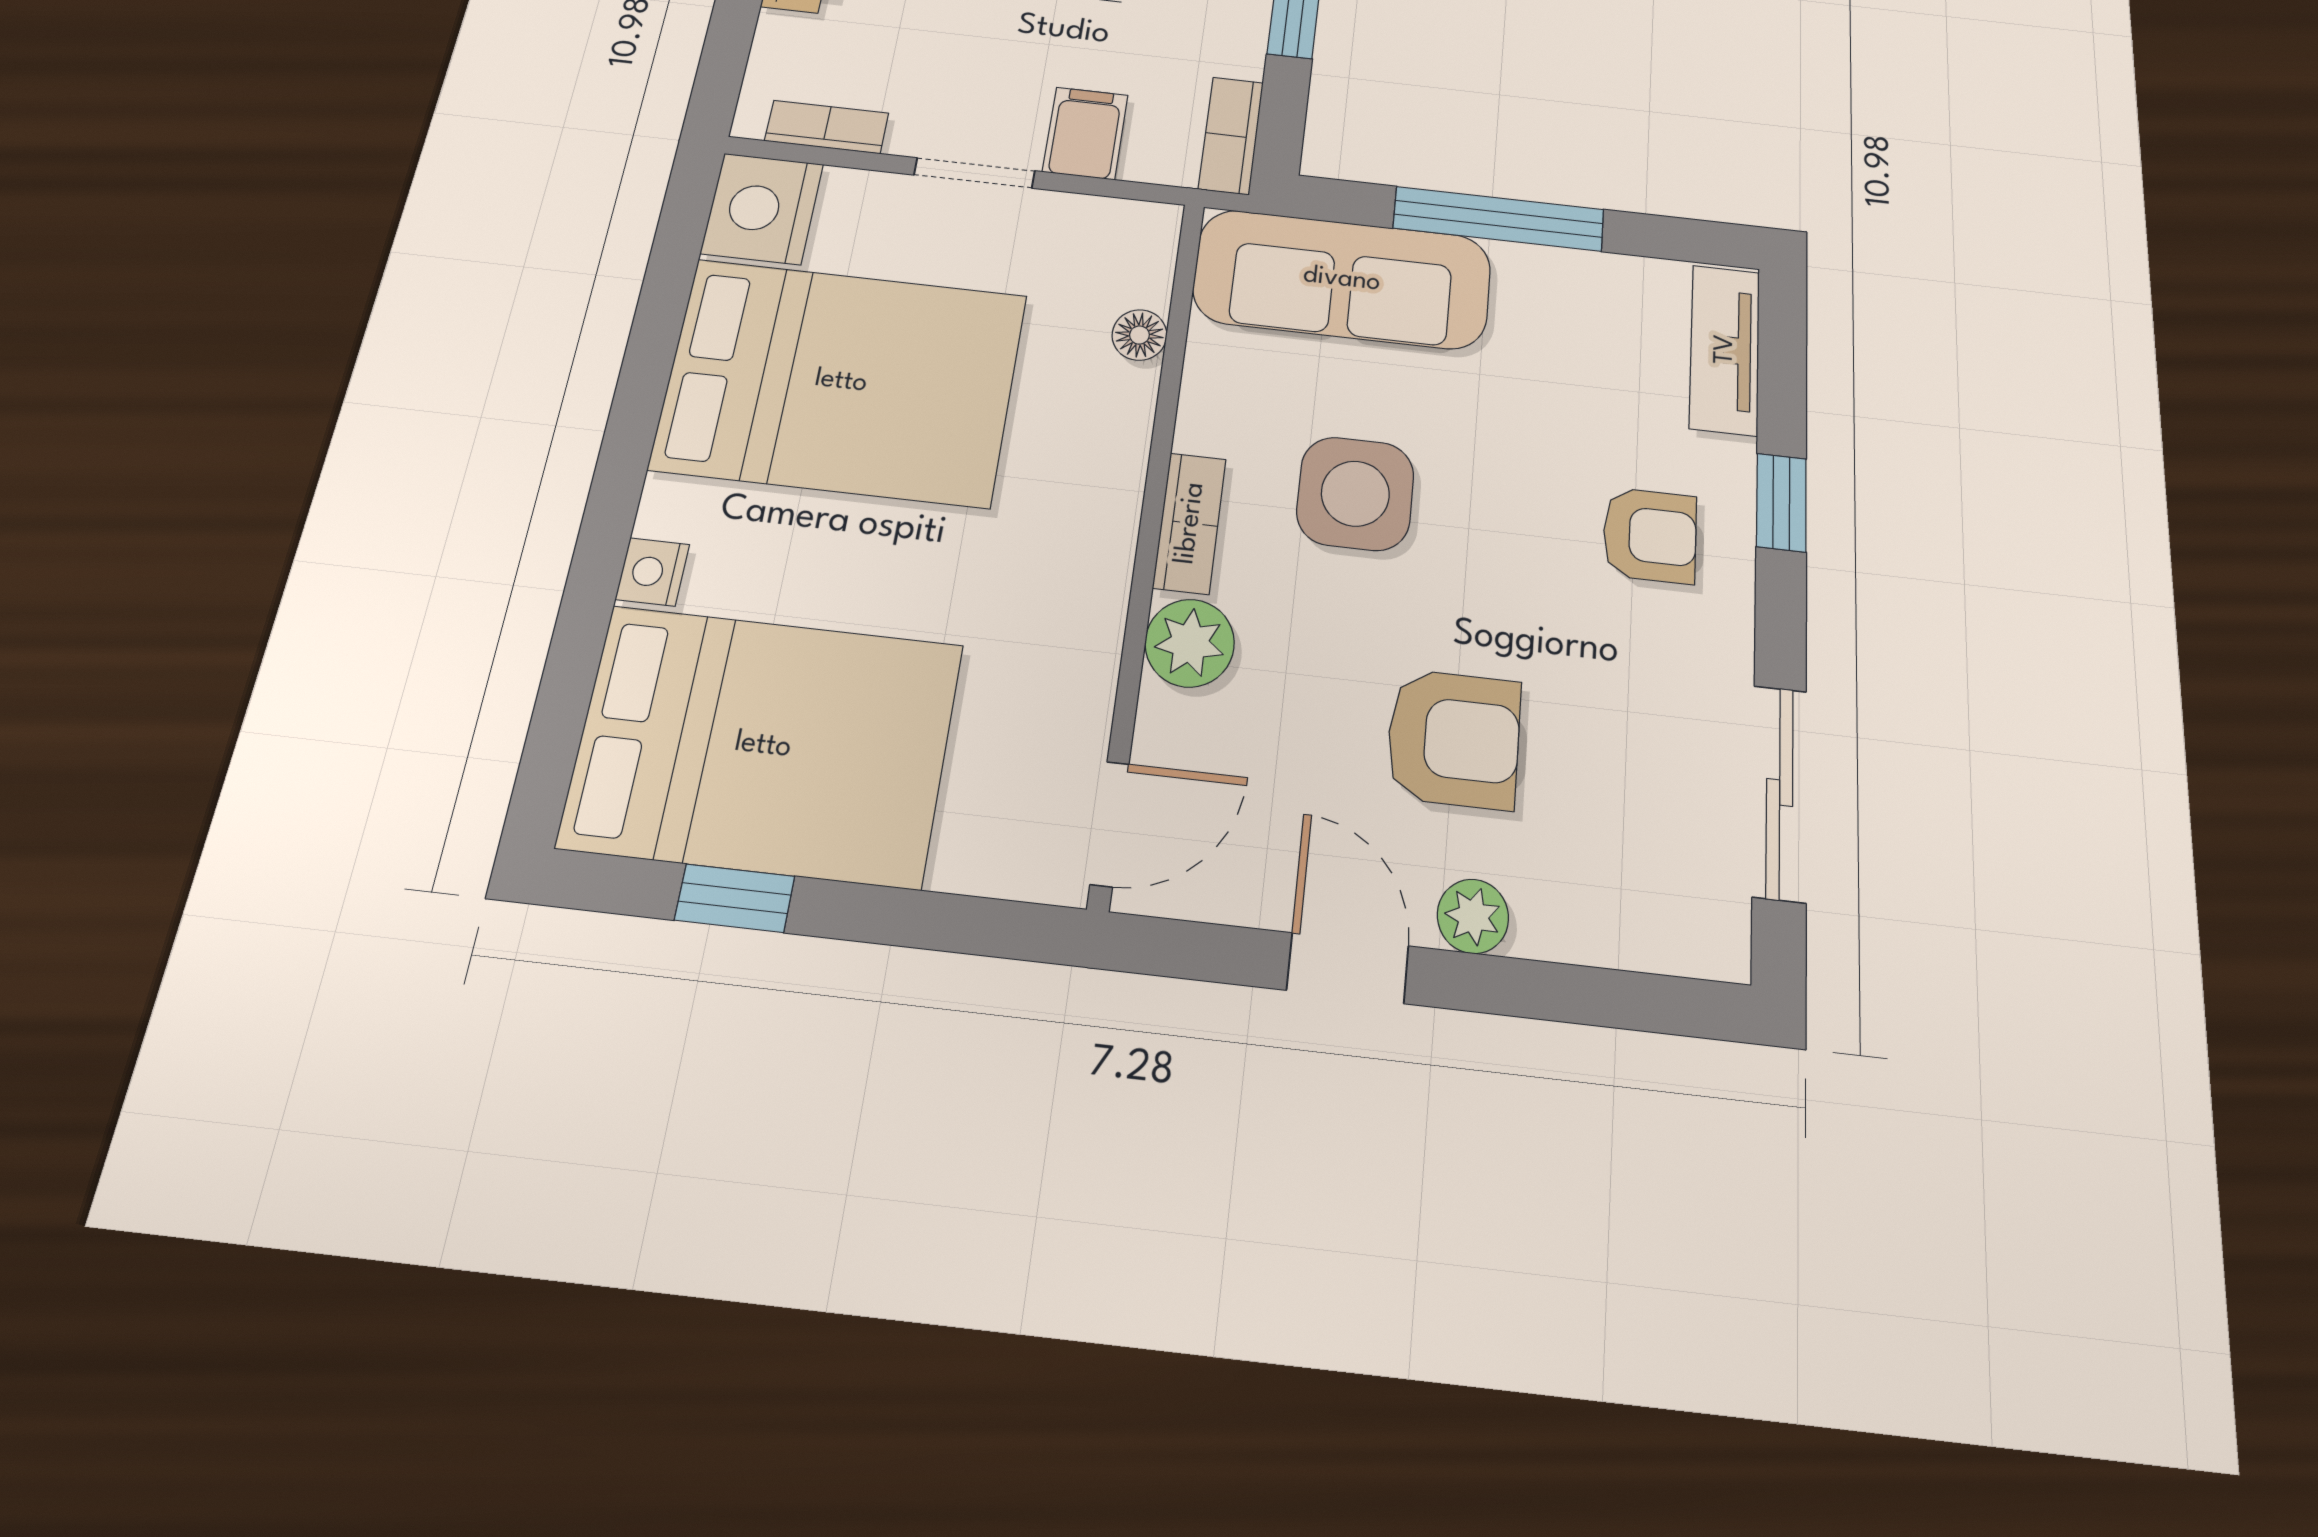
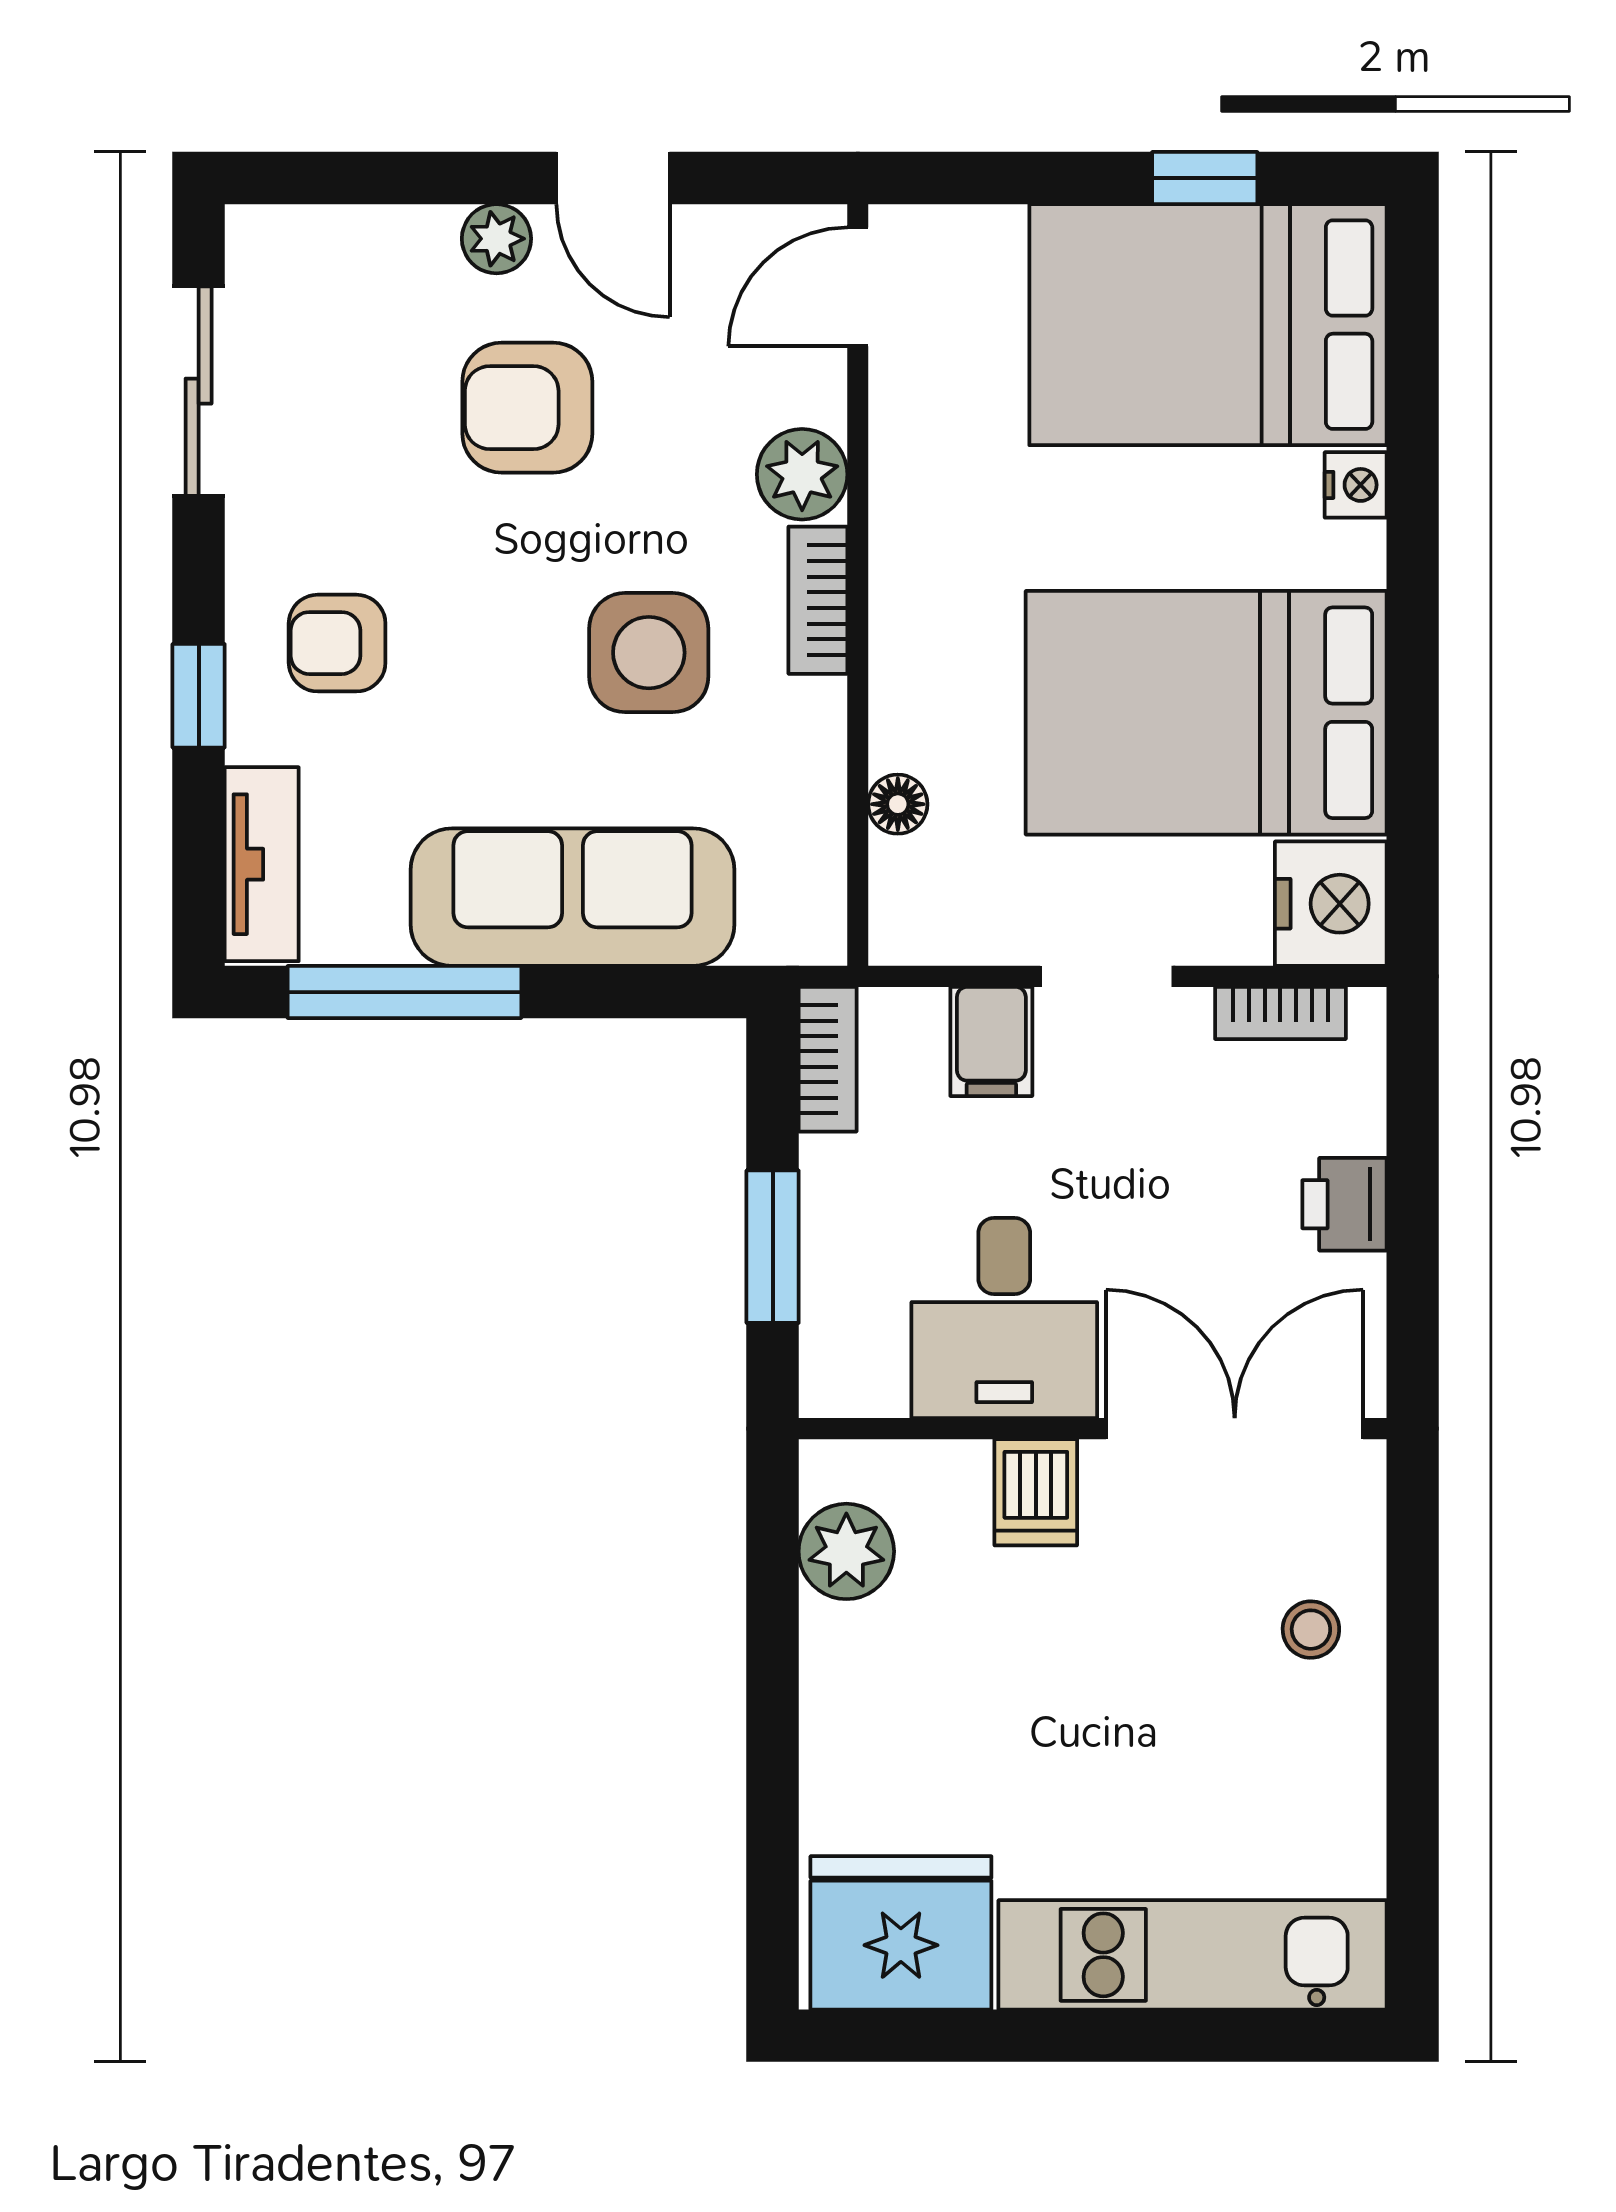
window: (1499, 219) -> (404, 992), moved
sofa: (1342, 279) -> (572, 897), moved

